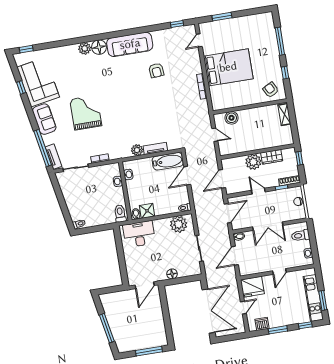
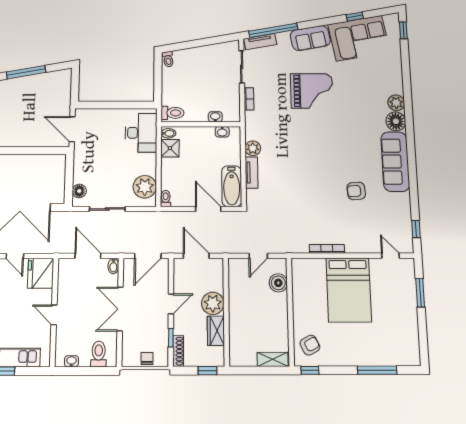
window: (285, 73) -> (310, 370), moved
door: (228, 213) -> (148, 256), hinge flipped
floor lamp: (172, 274) -> (79, 191), moved

